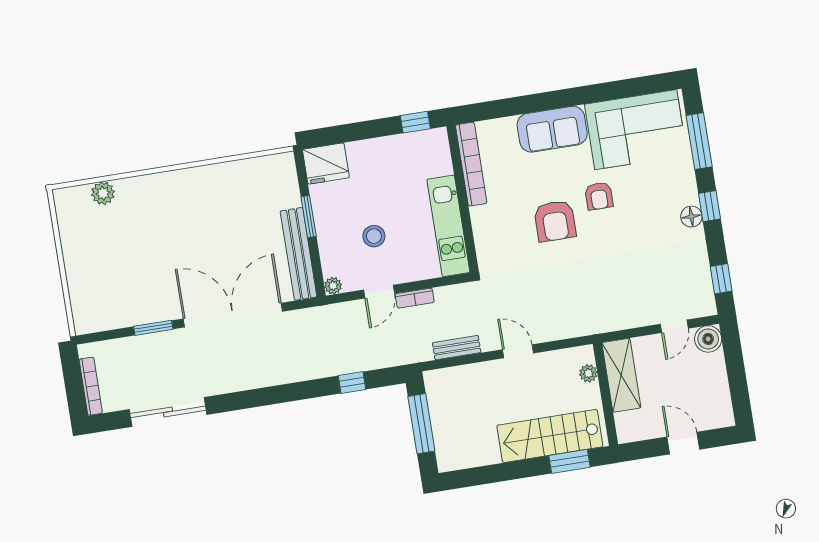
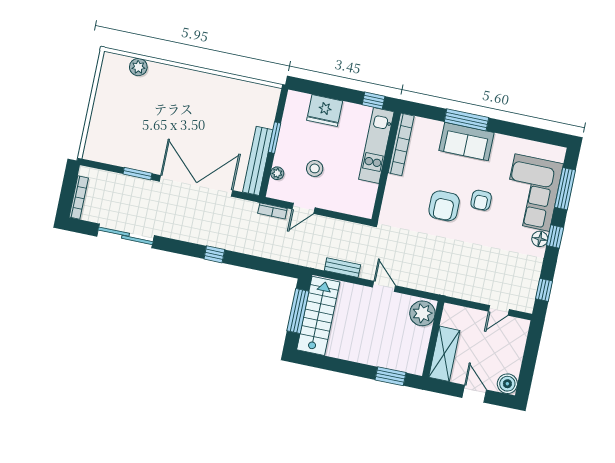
window: (542, 102) -> (466, 120), added
corner sofa: (636, 130) -> (532, 193), moved, turned 90
fridge: (326, 164) -> (325, 111), moved
kitchen unit: (448, 226) -> (376, 145), moved
plant: (333, 286) -> (277, 173), moved
bookcase: (415, 298) -> (272, 211), moved
boiler: (708, 339) -> (507, 384), moved
plant: (588, 373) -> (422, 313), width x1.87, depth x1.87
shelving: (621, 375) -> (444, 354), moved
window: (352, 382) -> (214, 254), moved
stairs: (550, 436) -> (318, 316), moved, turned 90

